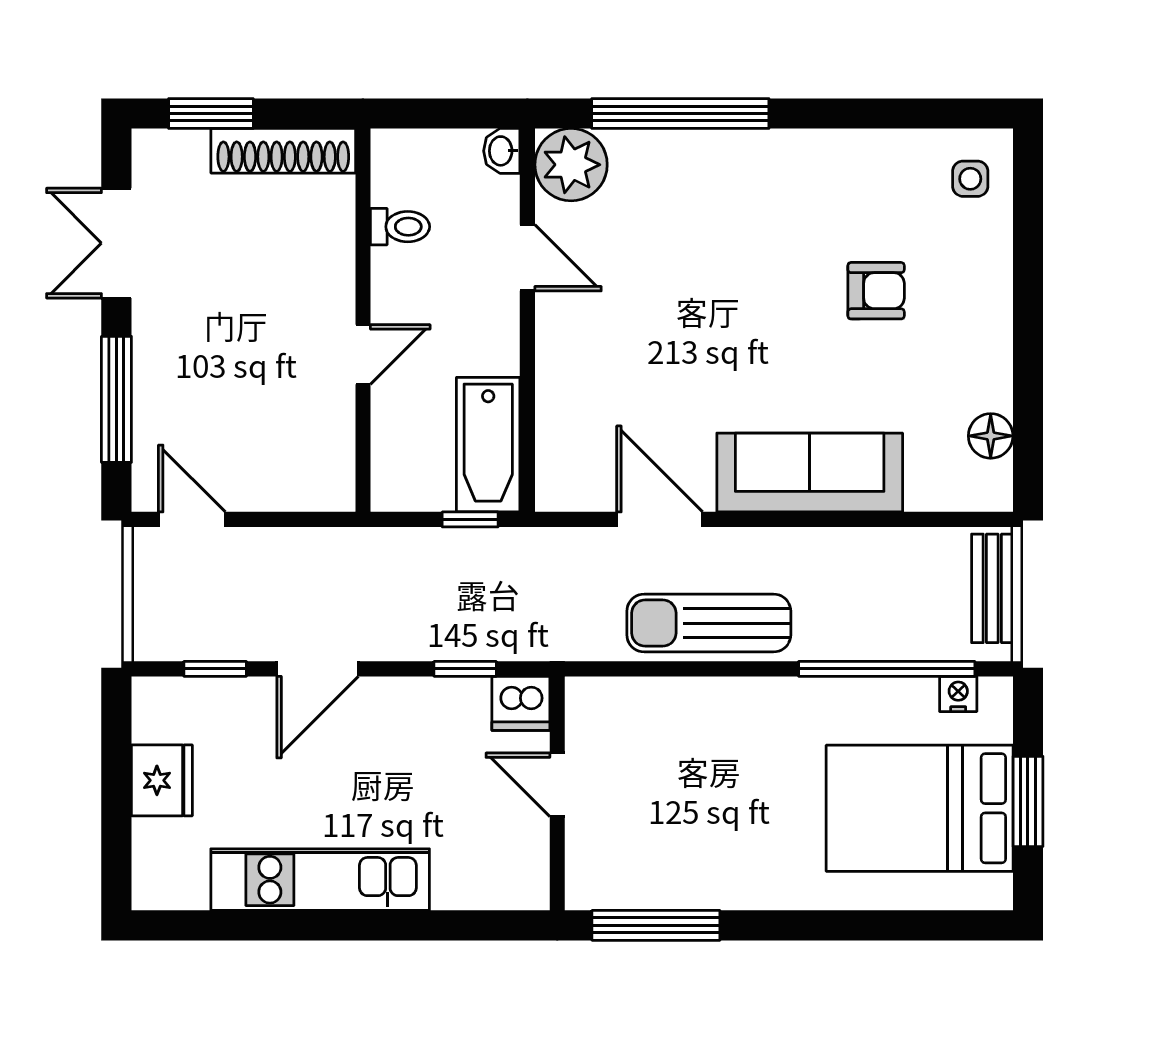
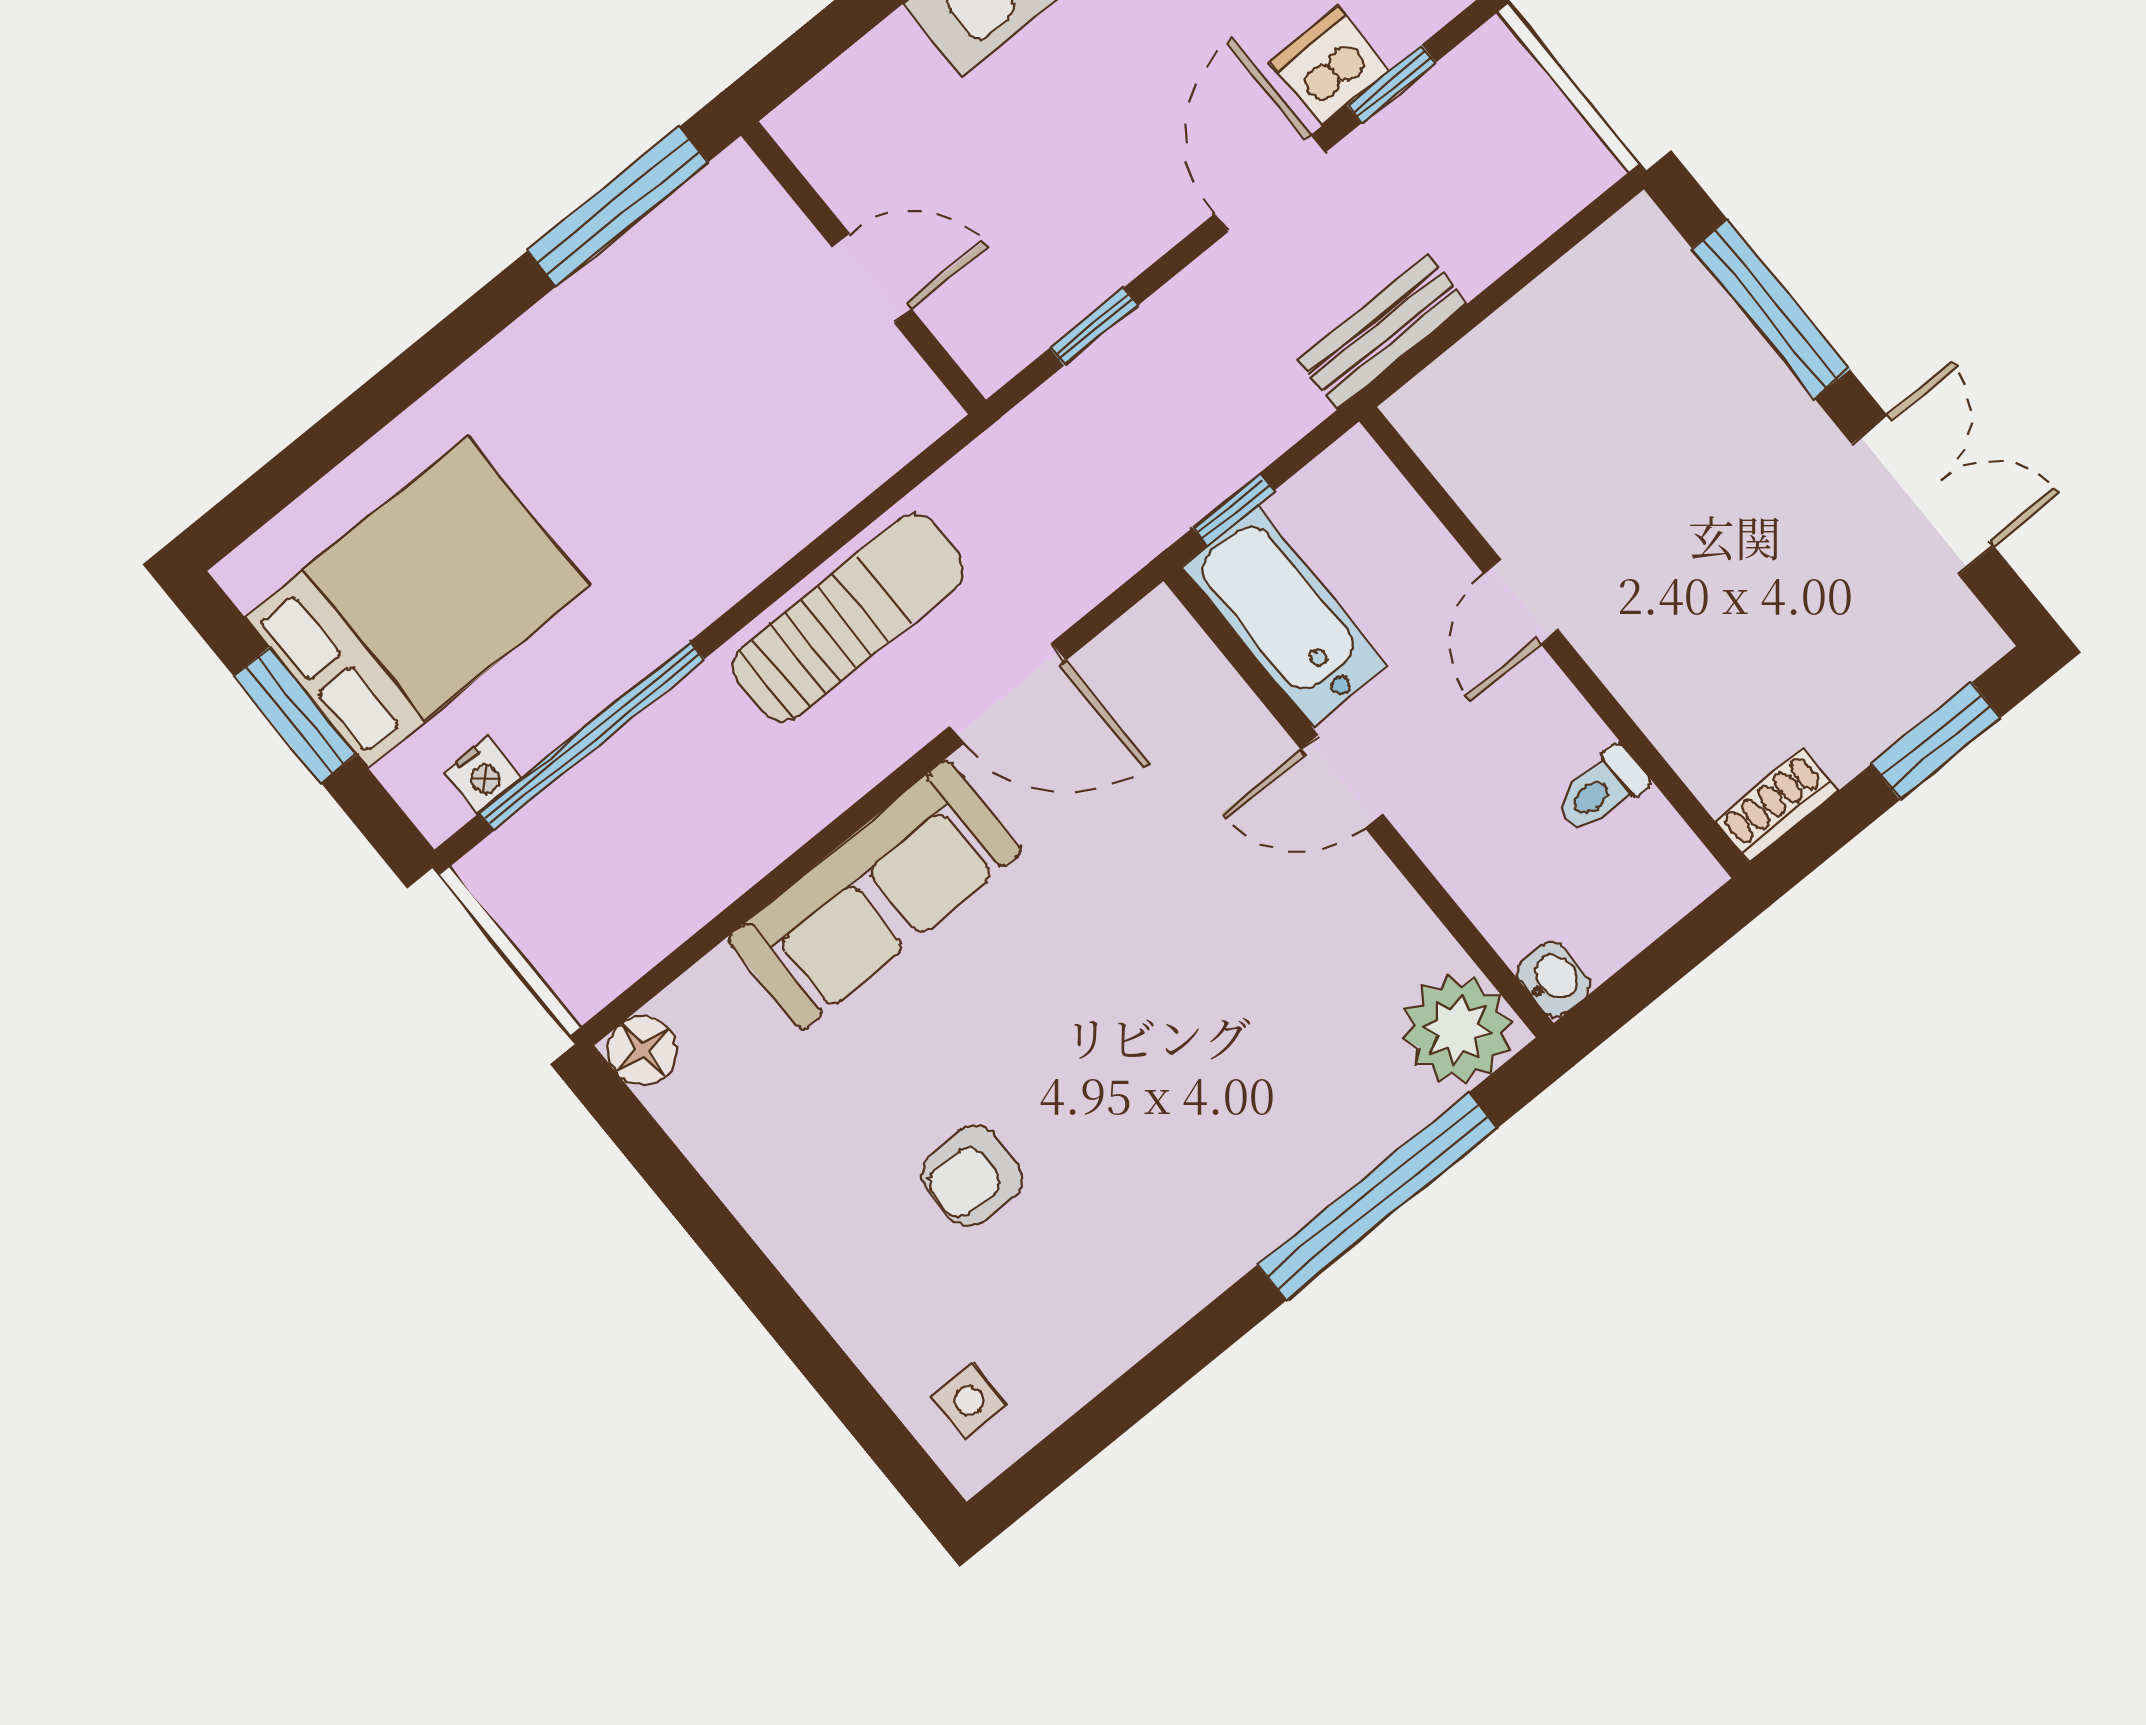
shoe rack: (283, 151) -> (1776, 806), width x0.51, depth x0.81
door: (527, 258) -> (1342, 781), moved
floor lamp: (991, 436) -> (642, 1050), moved
door: (192, 519) -> (1564, 239), removed
bench: (992, 588) -> (1383, 332), moved, turned 90
dishwasher: (521, 703) -> (1330, 66), moved

